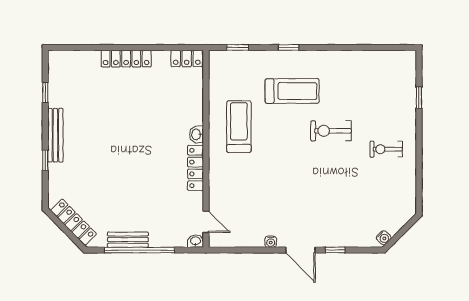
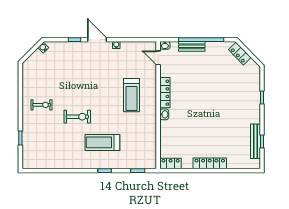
treadmill: (239, 127) -> (131, 95), moved
bench: (55, 135) -> (255, 141), moved
locker: (73, 222) -> (240, 54), width x0.66
bench: (128, 240) -> (192, 46), moved

